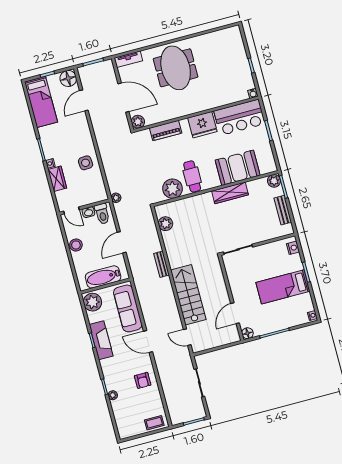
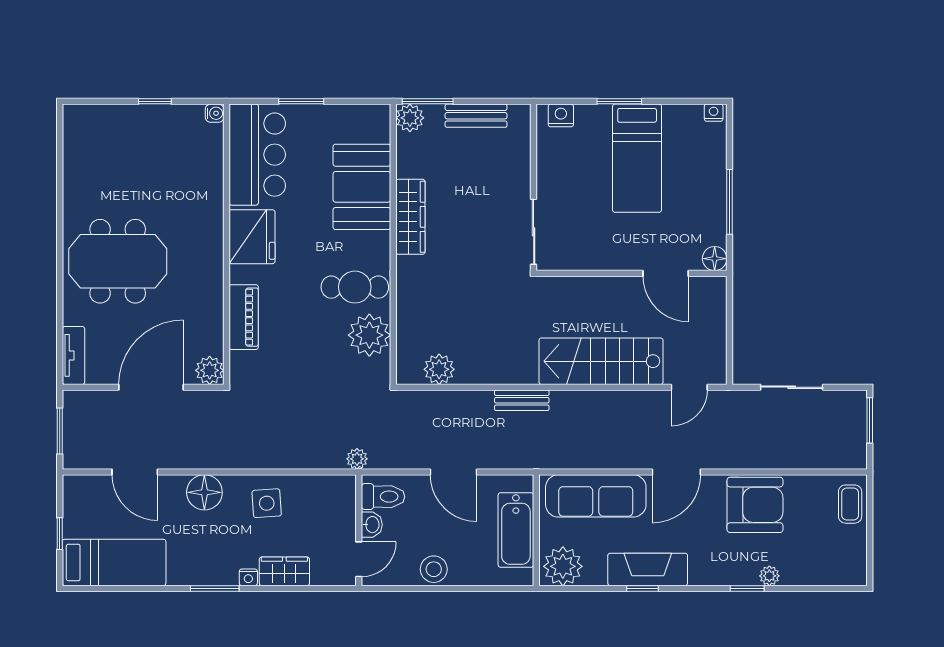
floor lamp: (68, 78) -> (204, 492), moved
armchair: (143, 380) -> (755, 505), width x1.88, depth x1.88

